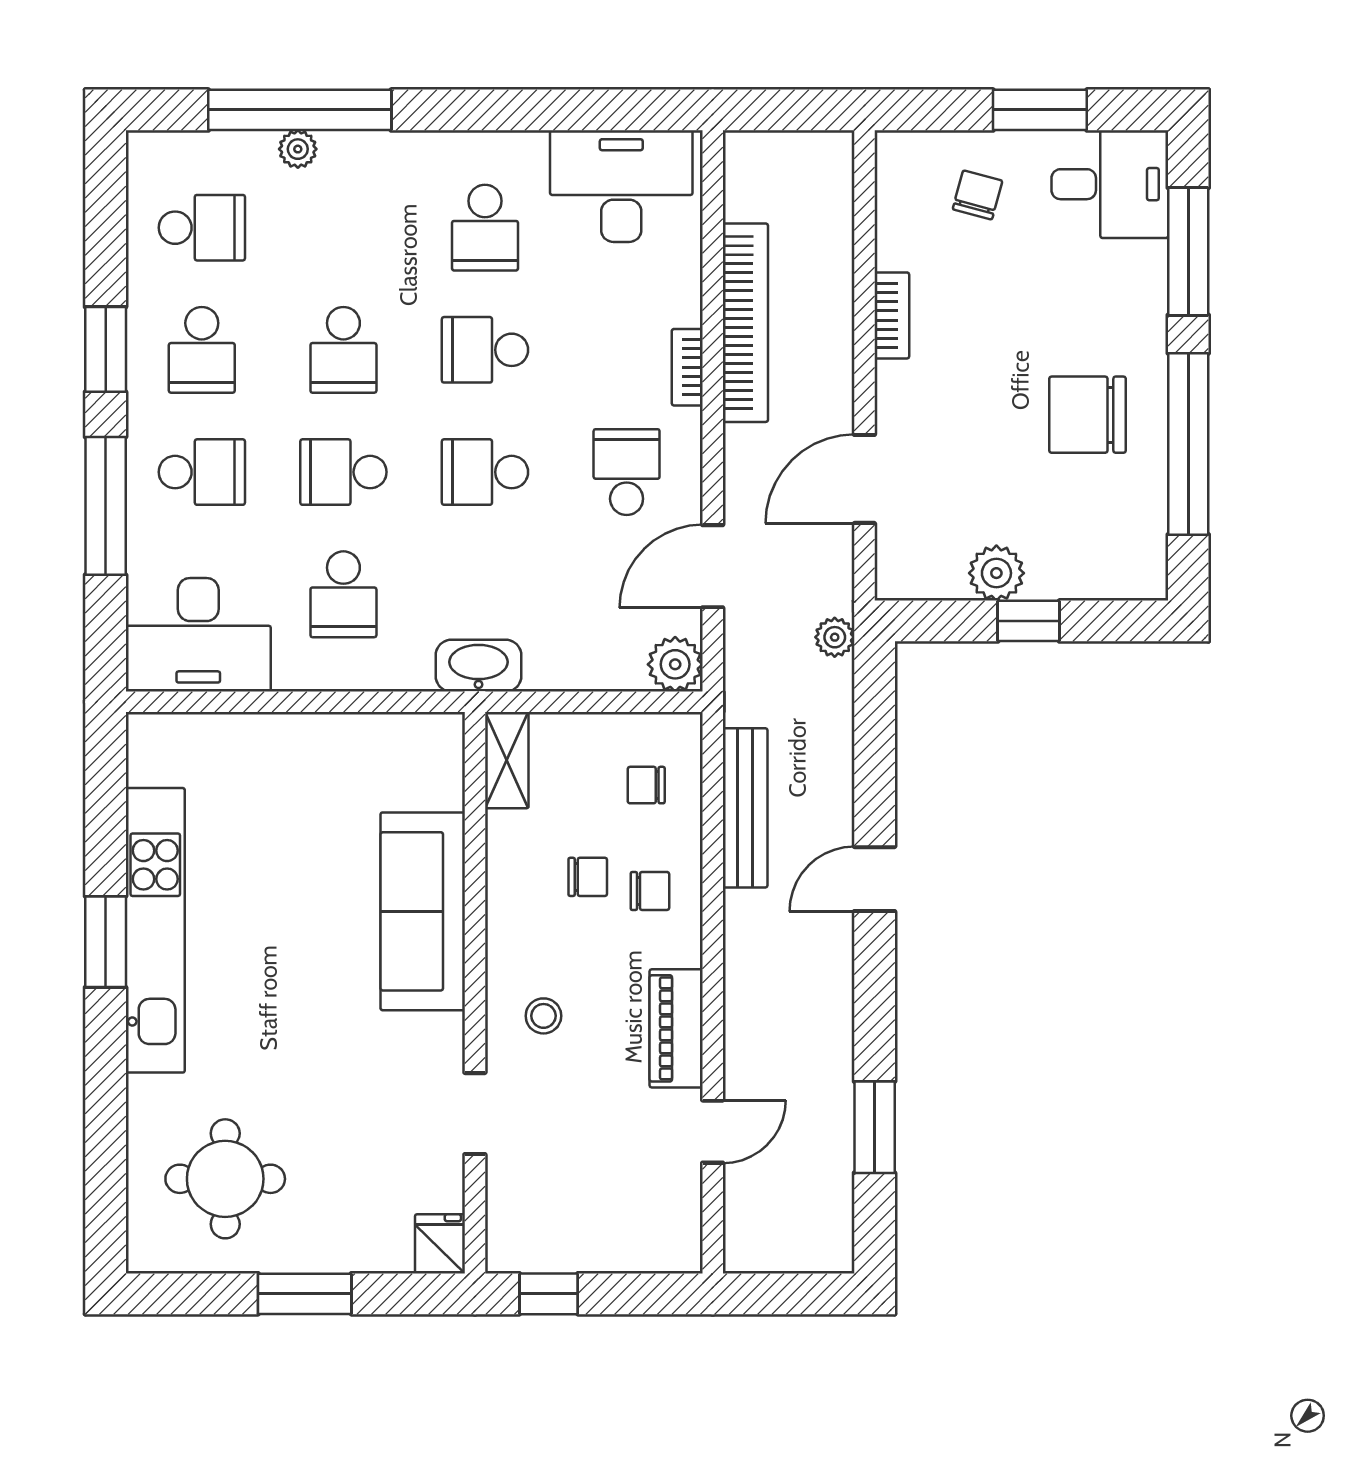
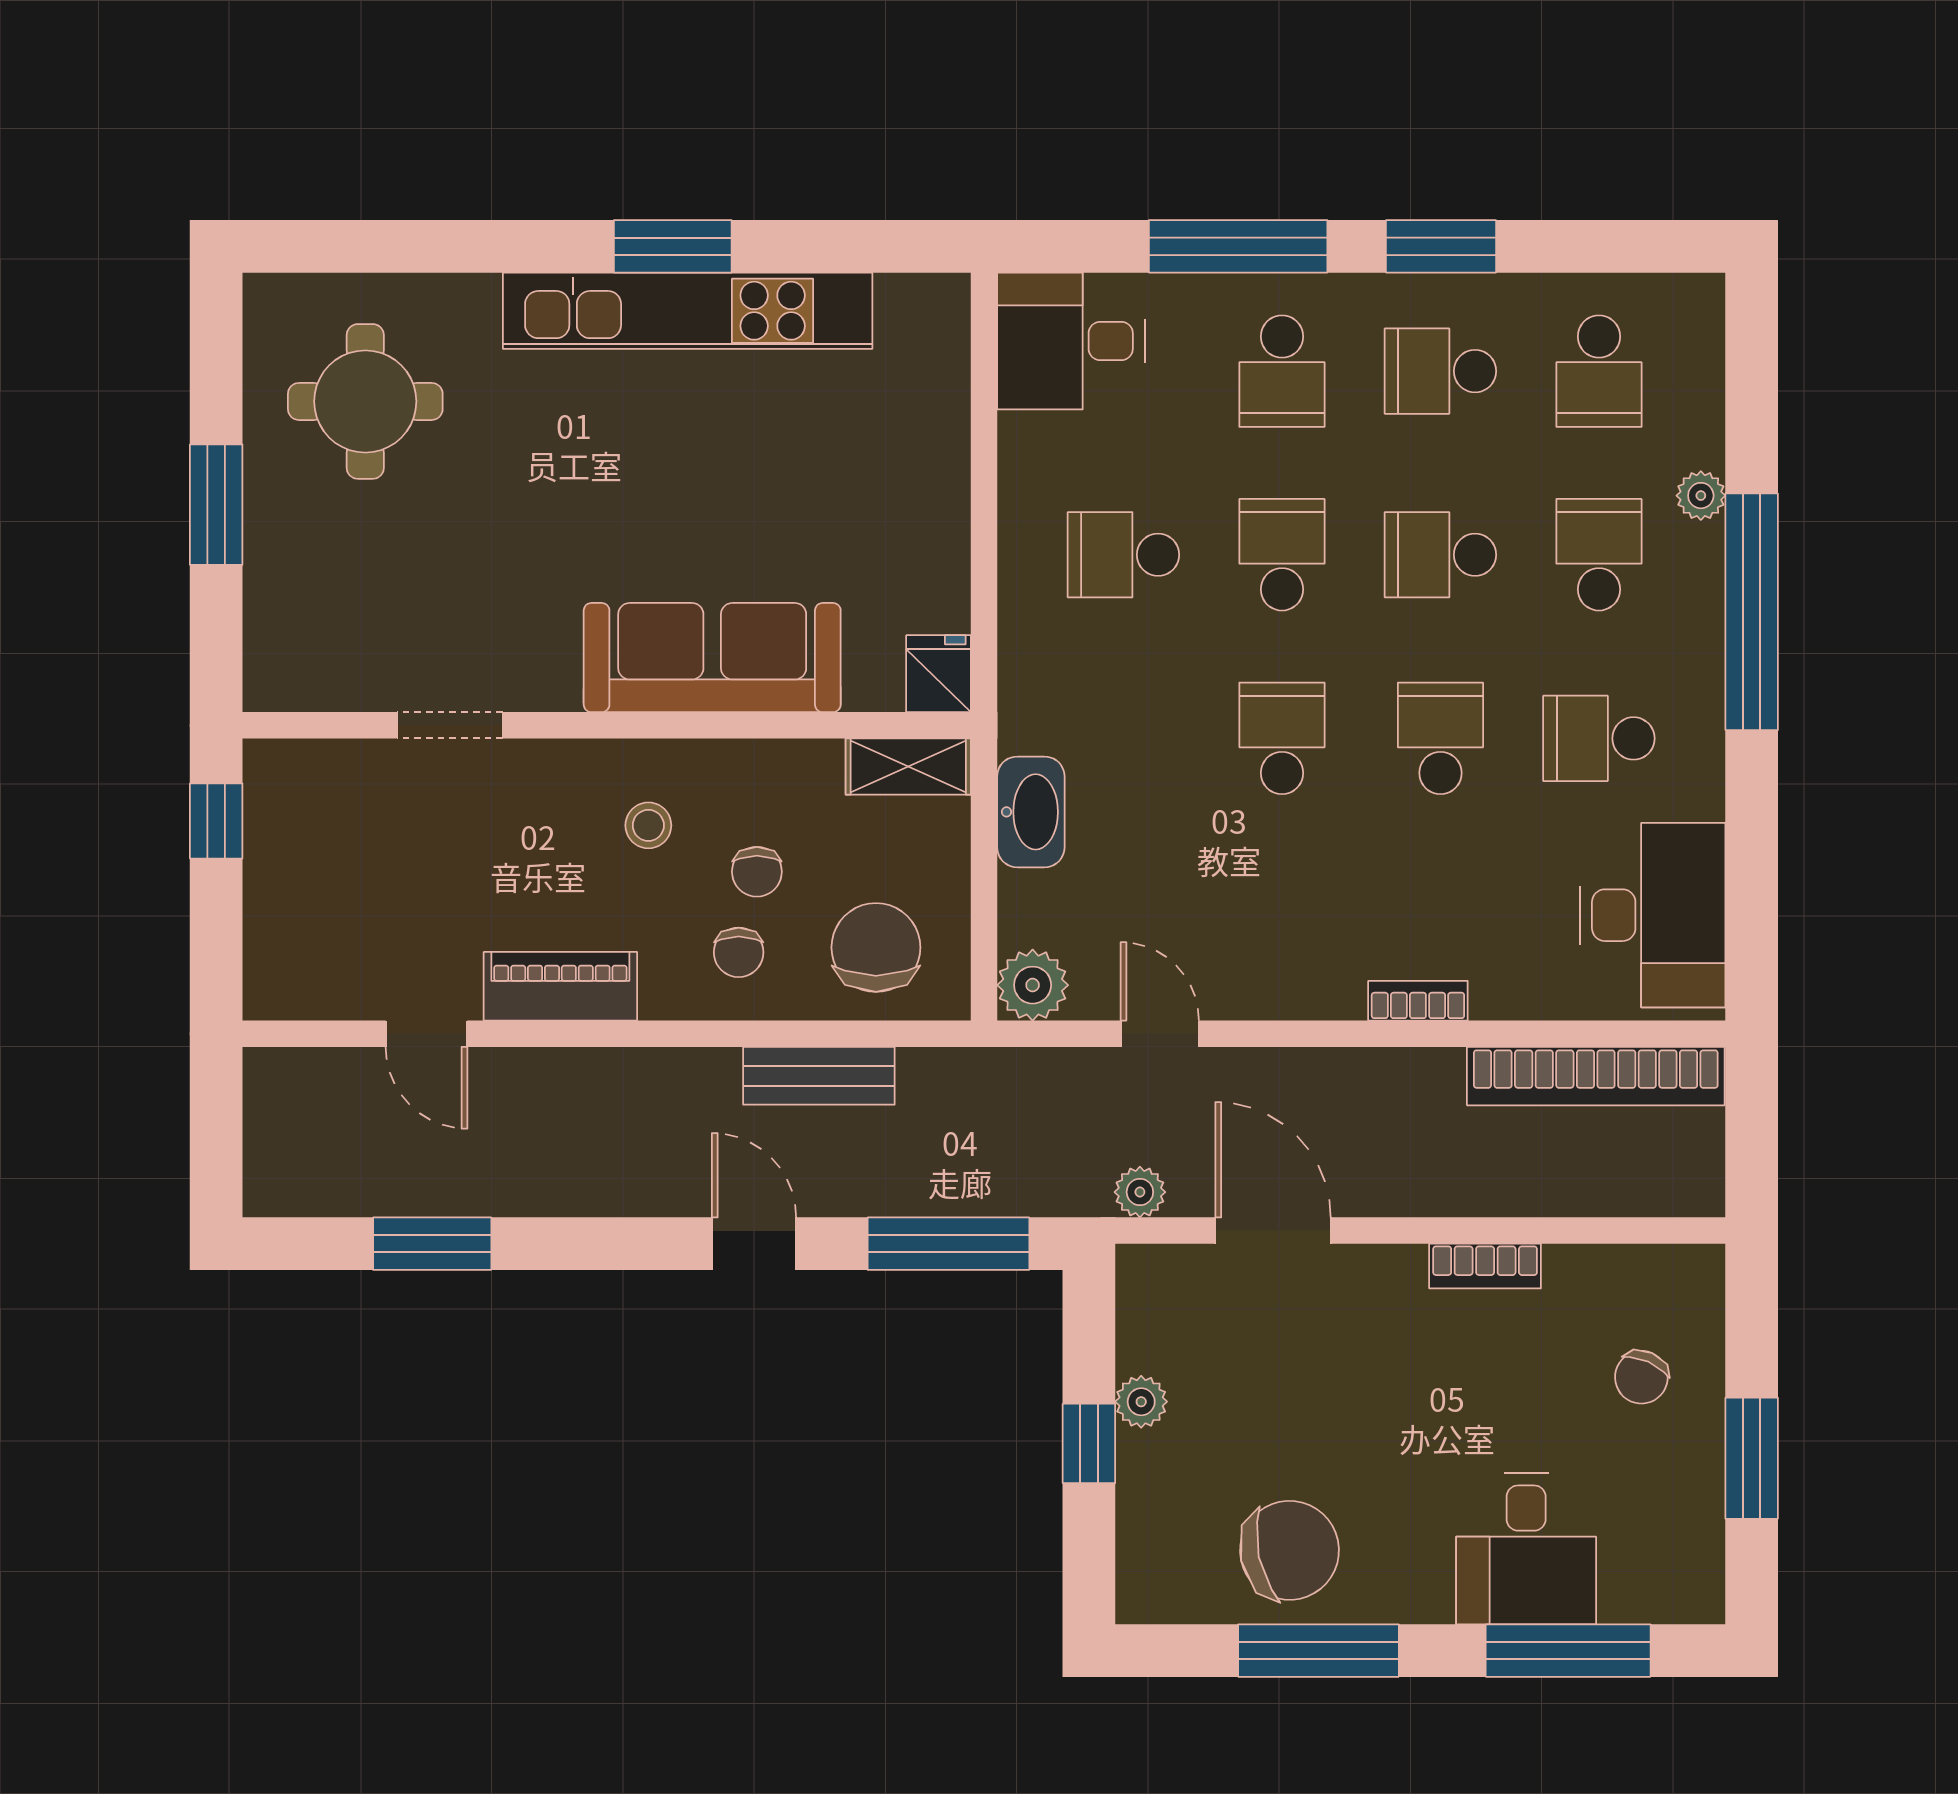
window: (300, 110) -> (1752, 612), moved
desk: (1110, 184) -> (1526, 1549), moved
chair: (977, 195) -> (1641, 1377), turned 99
bookcase: (745, 323) -> (1596, 1076), moved
chair: (1088, 415) -> (1289, 1550), moved, turned 78
window: (1188, 444) -> (1318, 1651), width x0.68
school desk: (627, 472) -> (1599, 555), moved, turned -90
door: (713, 566) -> (1160, 1034), width x0.73
plant: (996, 573) -> (1141, 1402), width x0.73, depth x0.73
desk: (198, 635) -> (1071, 341), width x0.73
plant: (835, 637) -> (1140, 1192), moved
washbasin: (478, 666) -> (1031, 812), moved
window: (875, 729) -> (948, 1244), added
chair: (646, 785) -> (876, 947), width x1.87, depth x1.87
bench: (745, 808) -> (819, 1076), width x0.73
stool: (543, 1016) -> (648, 825), moved
fridge: (440, 1244) -> (938, 674), moved, turned -90

